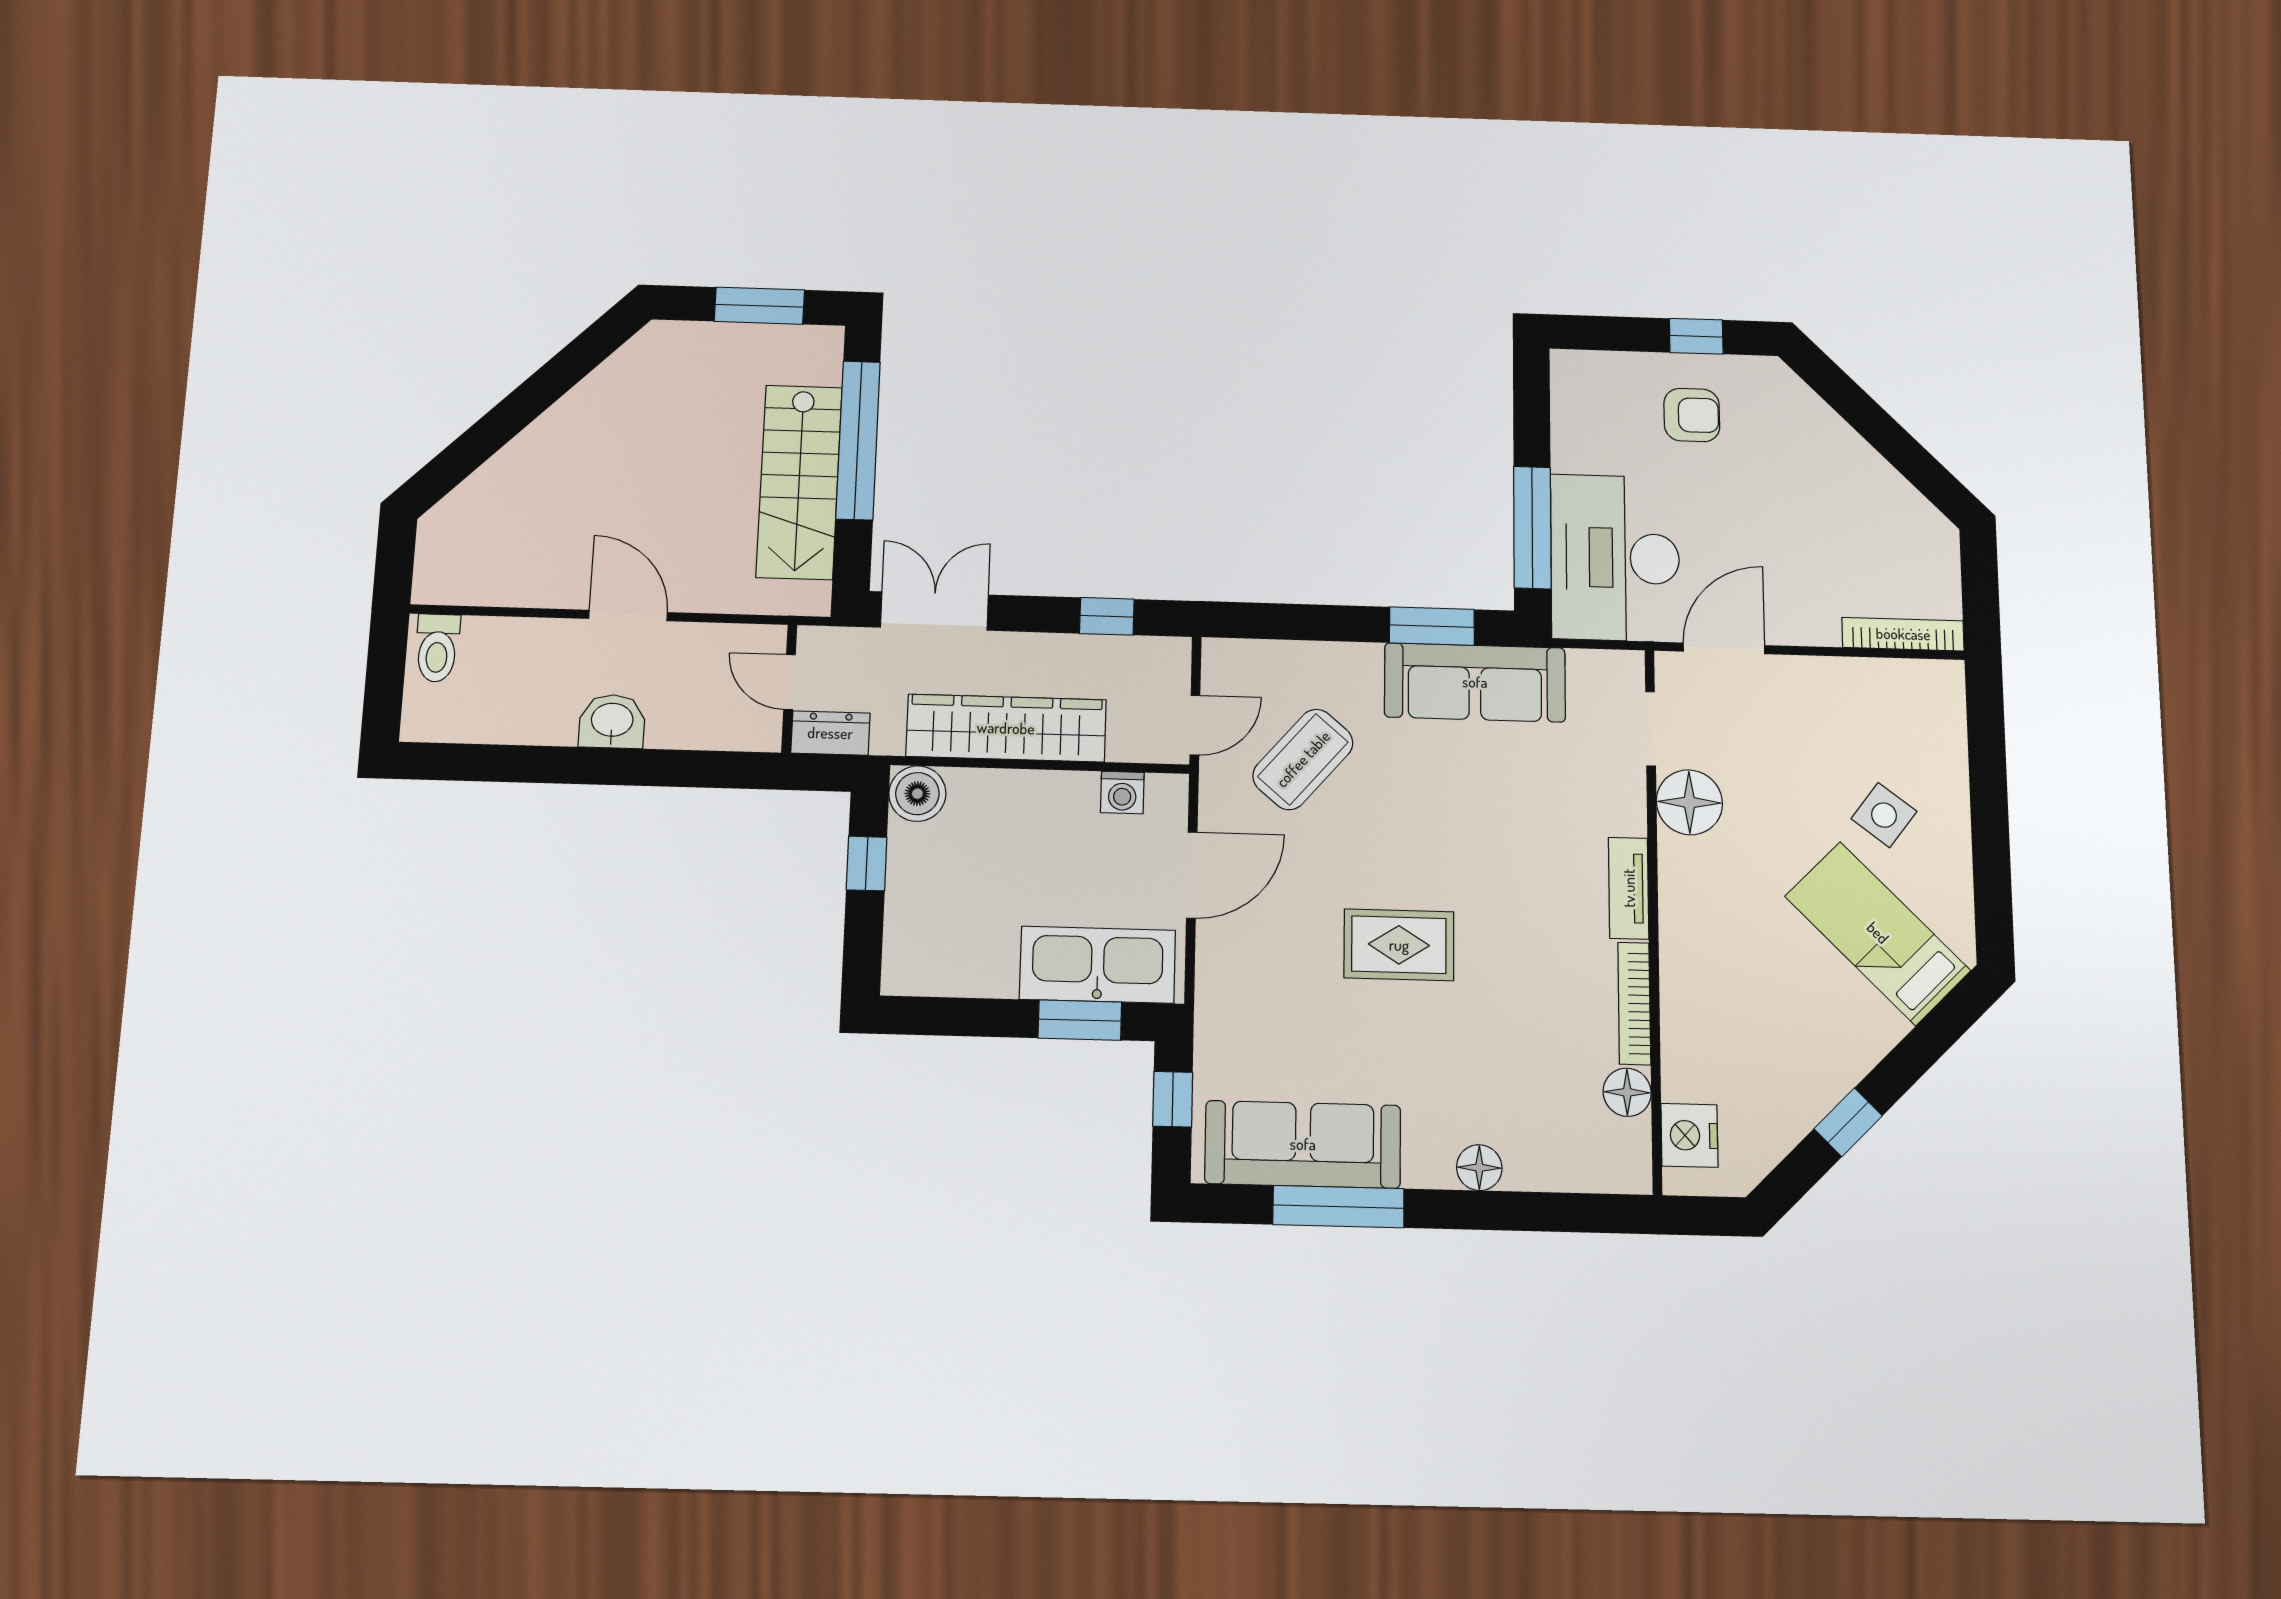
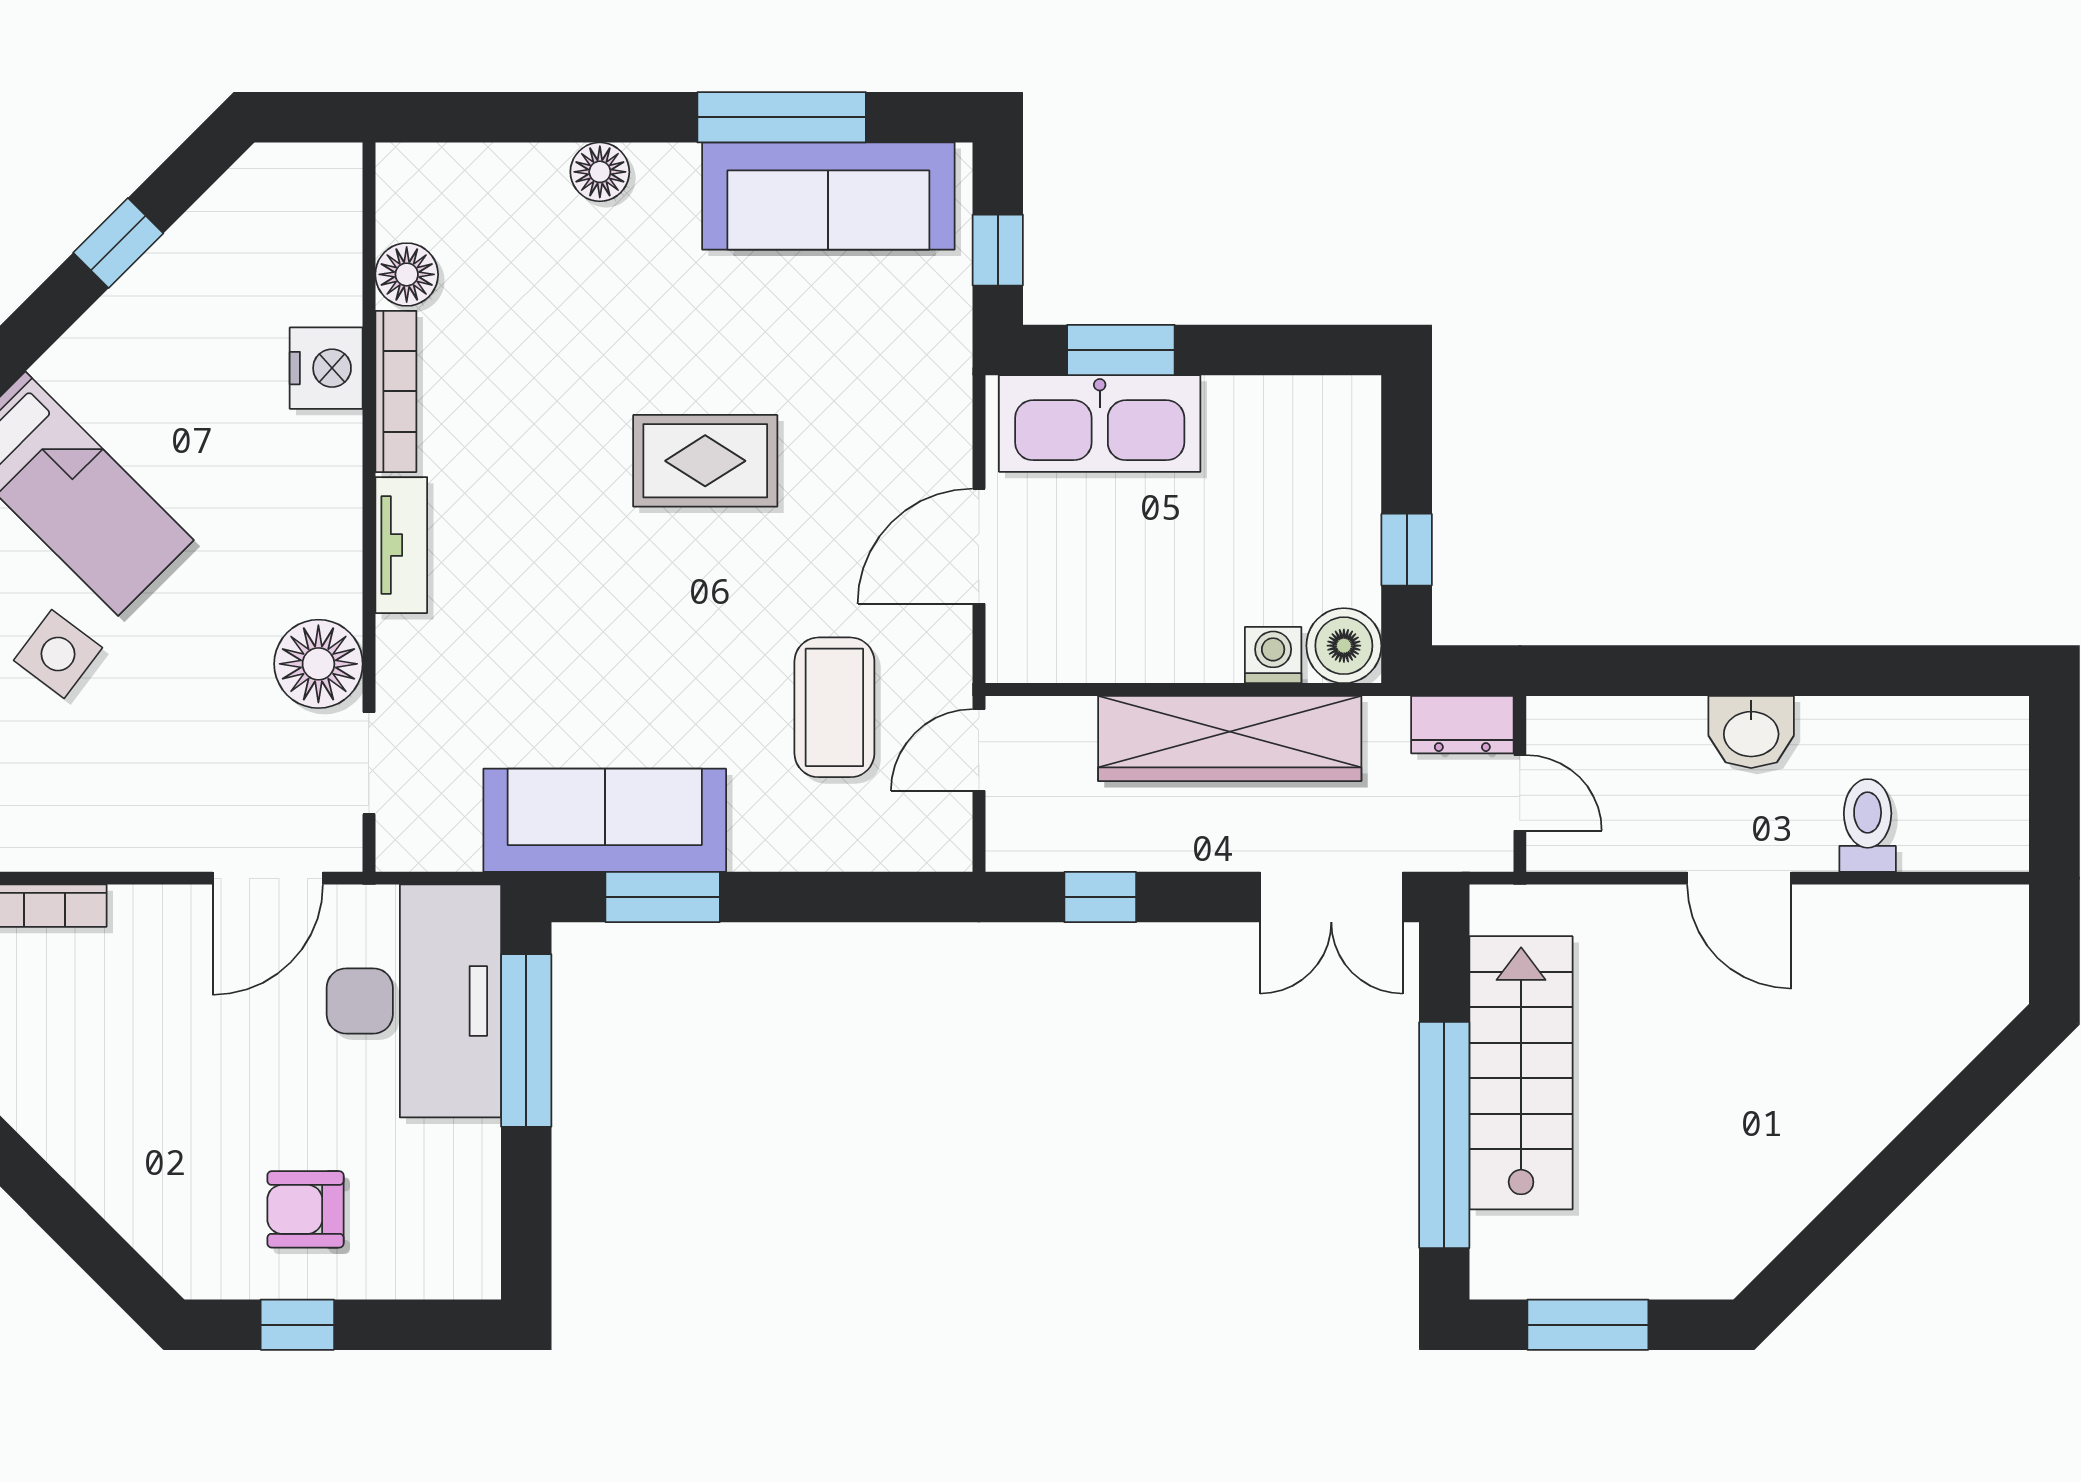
toilet: (437, 648) -> (1868, 825), moved
coffee table: (1303, 759) -> (834, 707), turned -41
washing machine: (1122, 793) -> (1273, 655), moved
nightstand: (1689, 1135) -> (326, 368), moved

